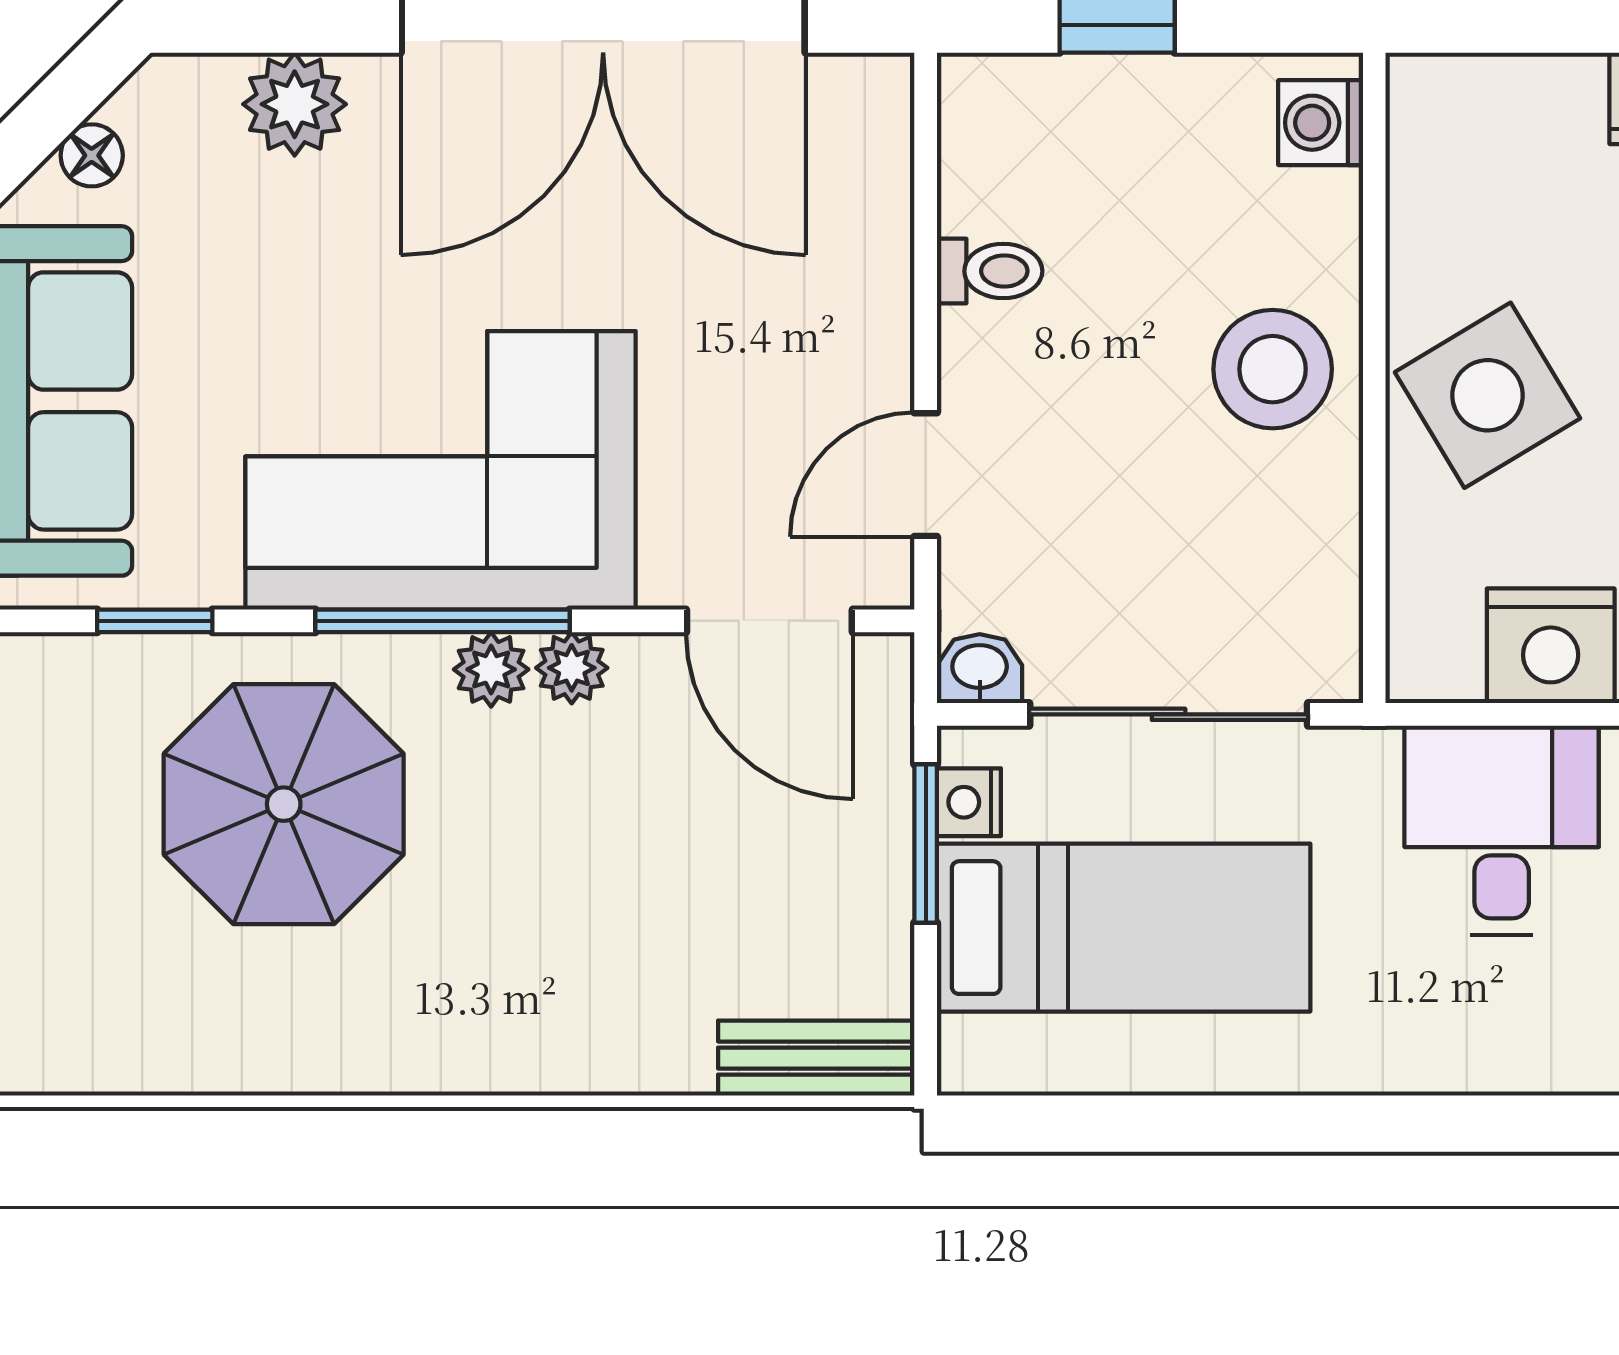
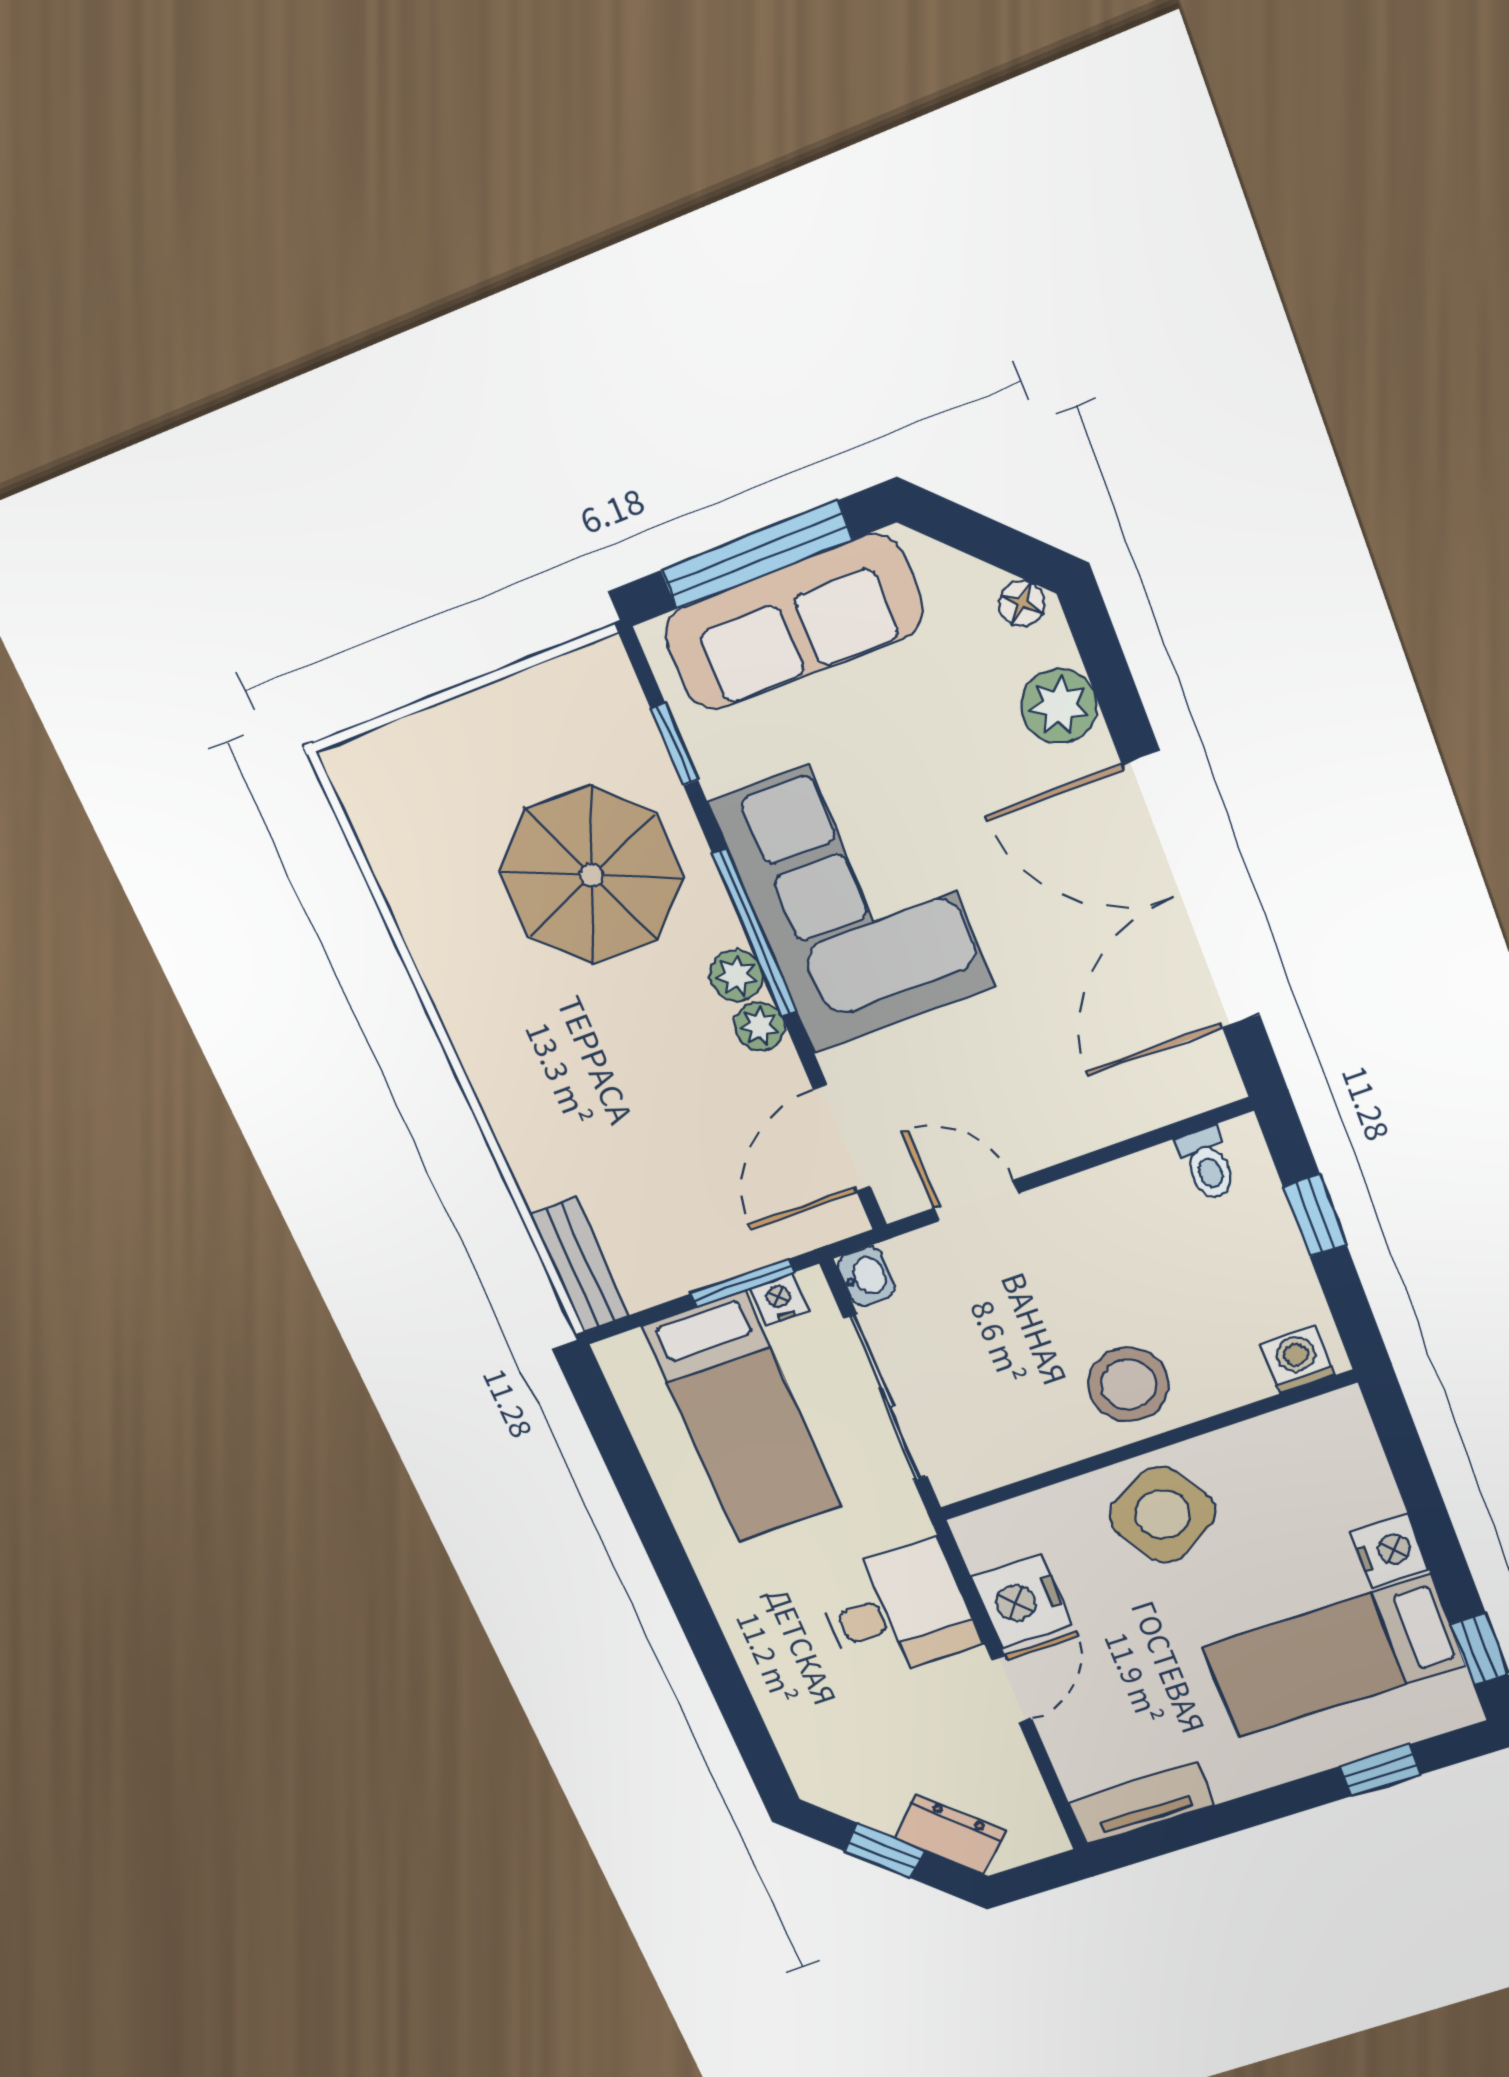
floor lamp: (92, 155) -> (1022, 604), moved
toilet: (990, 271) -> (1207, 1164), moved

